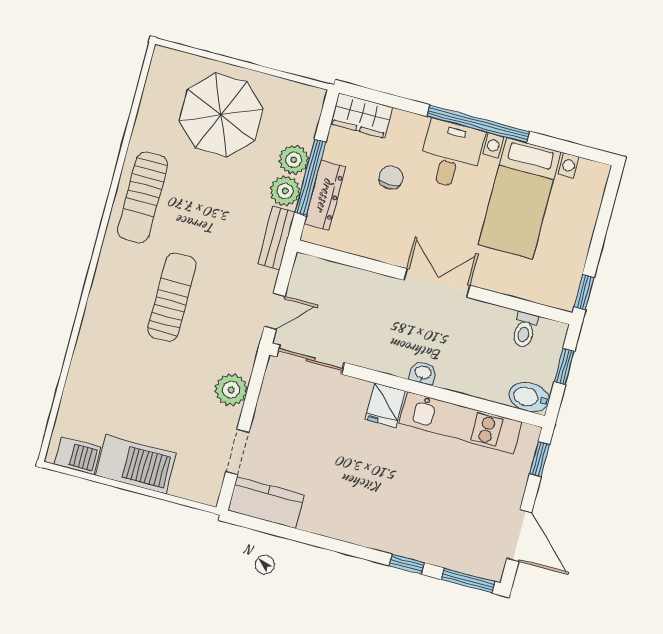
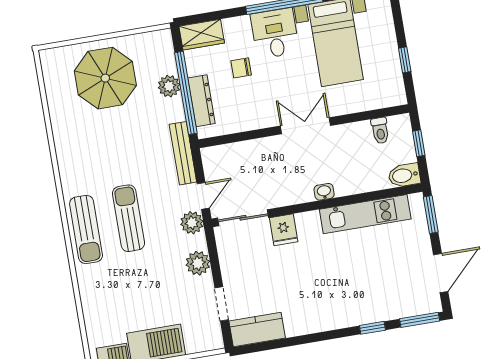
window: (310, 177) -> (186, 93), width x1.46
chair: (391, 177) -> (241, 68), turned -90
plant: (285, 191) -> (192, 223), moved
sun lounger: (143, 197) -> (86, 229), moved
bench: (276, 238) -> (183, 153), width x1.36
window: (584, 292) -> (405, 60), moved
fridge: (385, 405) -> (284, 230), moved
window: (540, 459) -> (431, 214), width x1.50
door: (519, 536) -> (441, 273), hinge flipped

